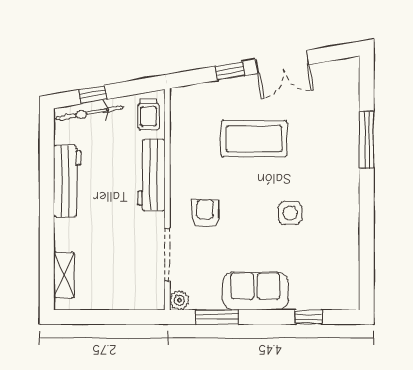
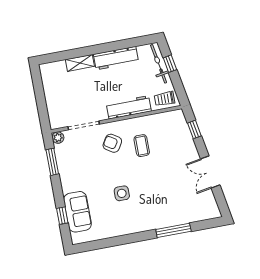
window: (230, 71) -> (194, 129), moved
coffee table: (254, 139) -> (142, 146), moved, width x0.54, depth x0.58
armchair: (205, 213) -> (112, 143), turned -148
shelving: (64, 275) -> (80, 63), moved
sofa: (255, 291) -> (78, 212), moved

